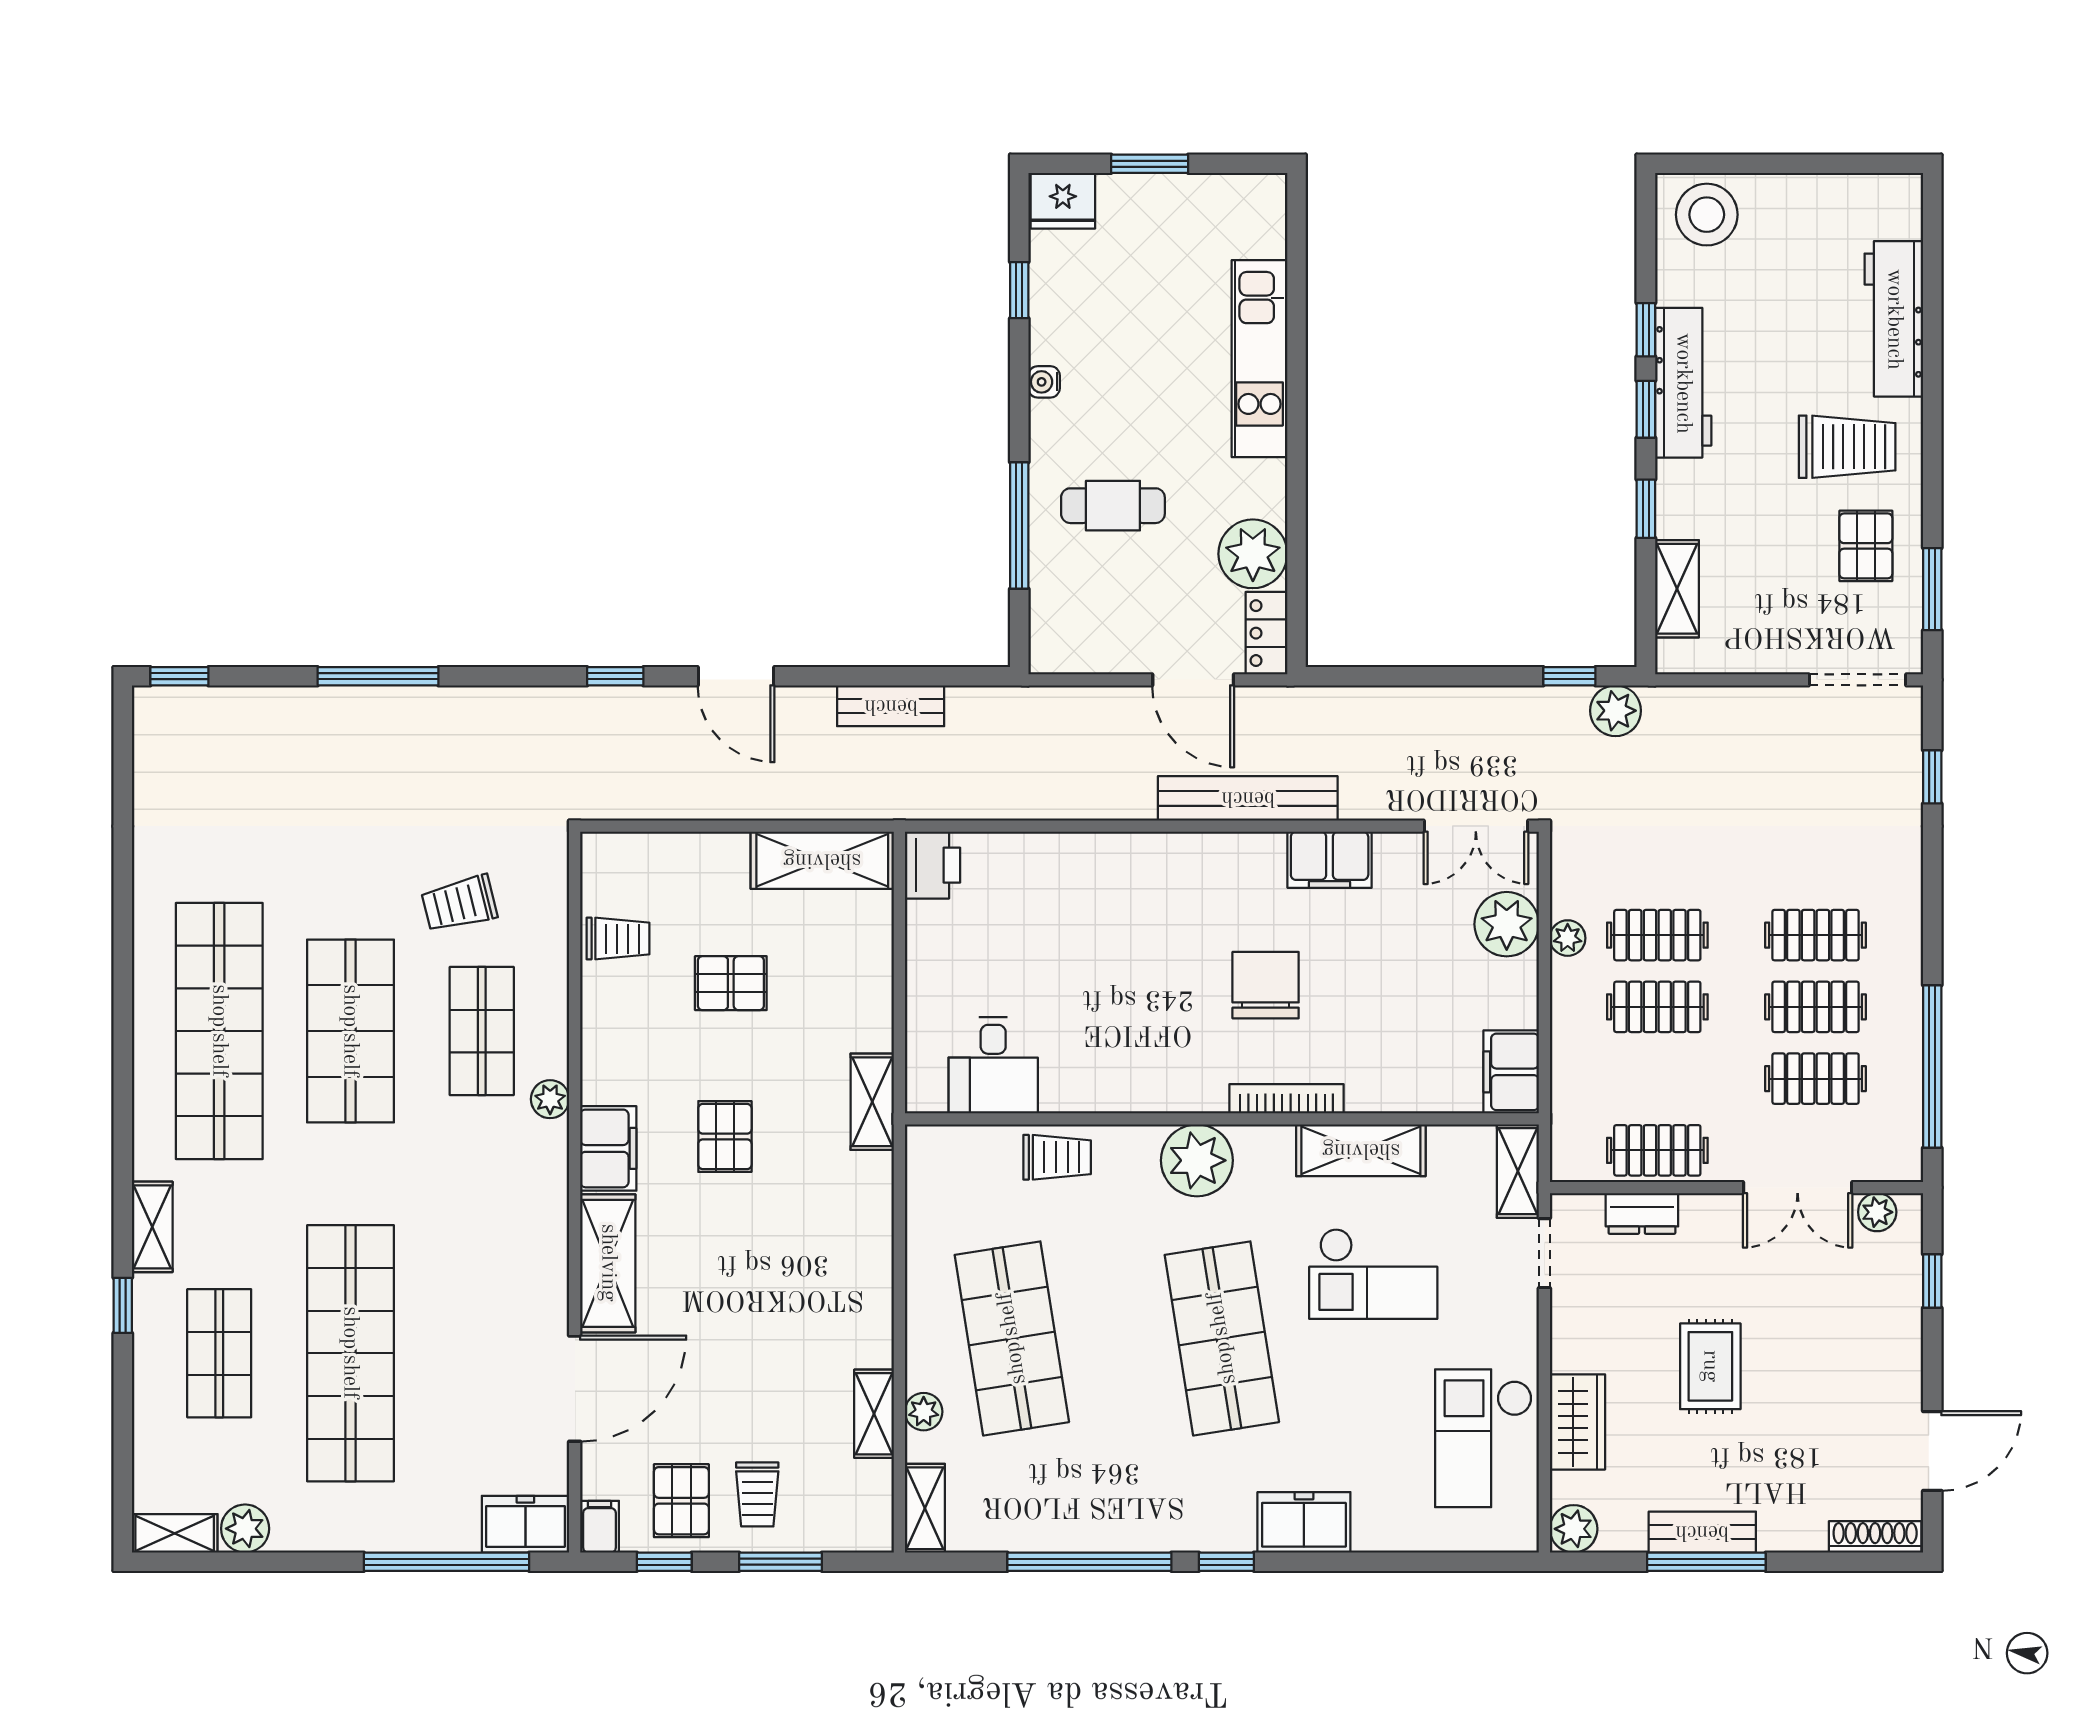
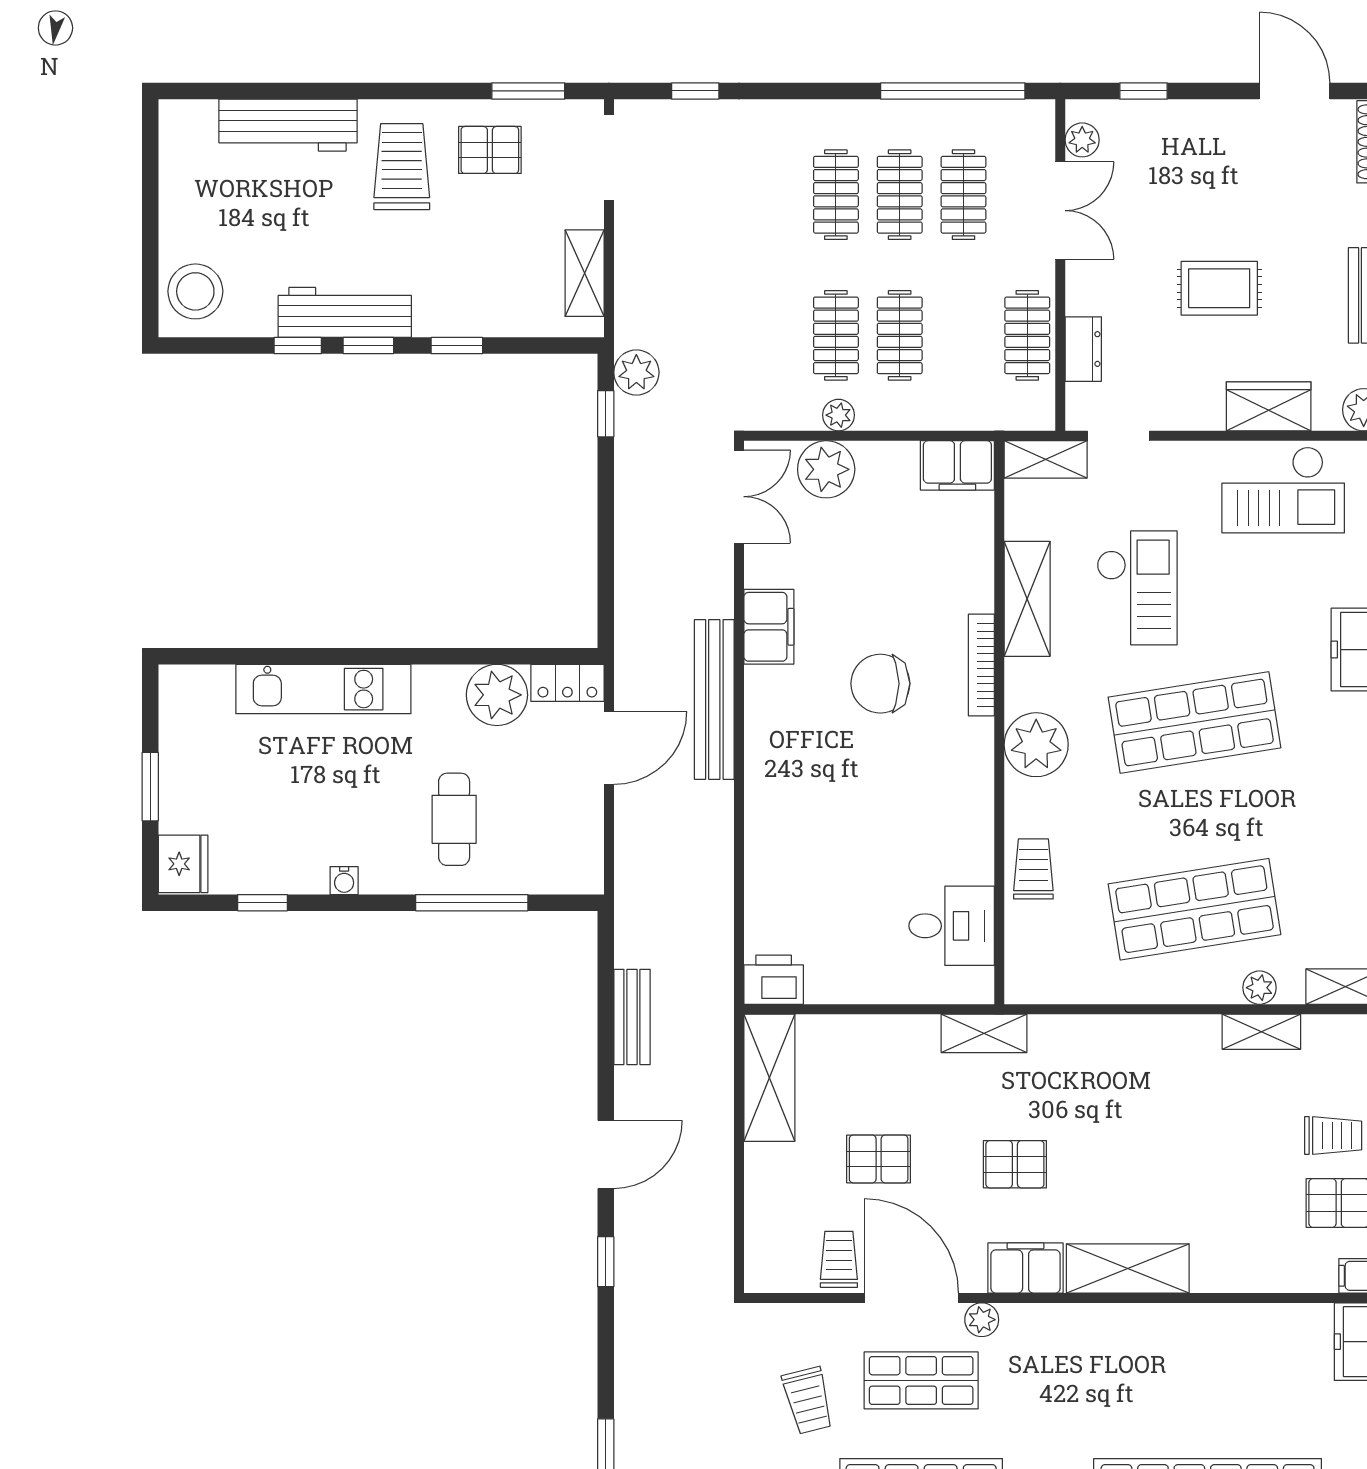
shelving: (1677, 589) -> (585, 273), moved, turned 90
pallet: (731, 983) -> (879, 1159), turned 90
door: (575, 1389) -> (911, 1298), moved

